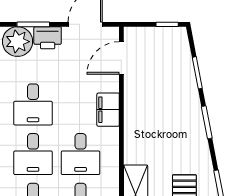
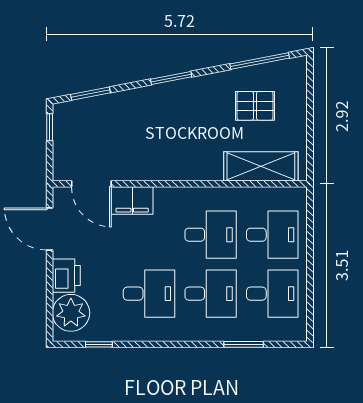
window: (33, 24) -> (50, 293), removed
window: (197, 73) -> (90, 94), moved
filing cabinet: (108, 110) -> (132, 200), moved

